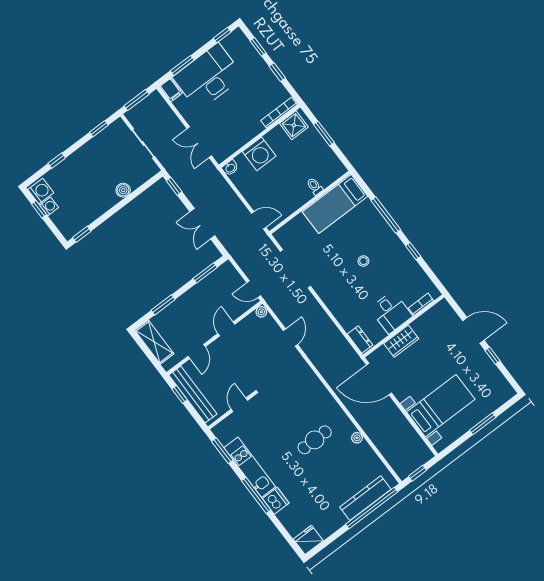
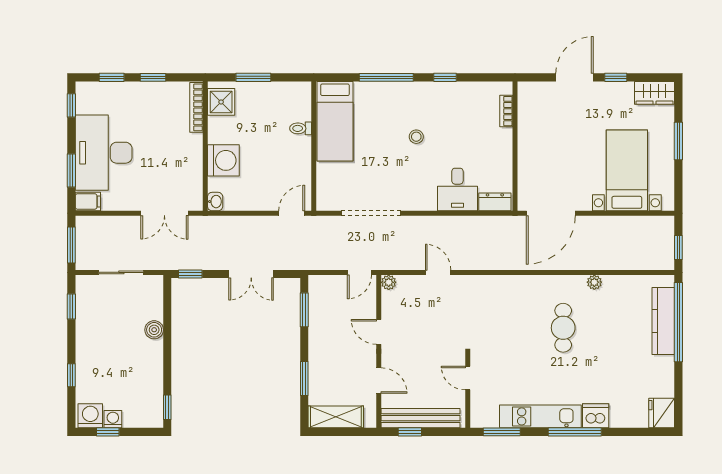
desk: (391, 312) -> (457, 189), moved, turned 90
wardrobe: (401, 341) -> (655, 93), moved, turned 90

